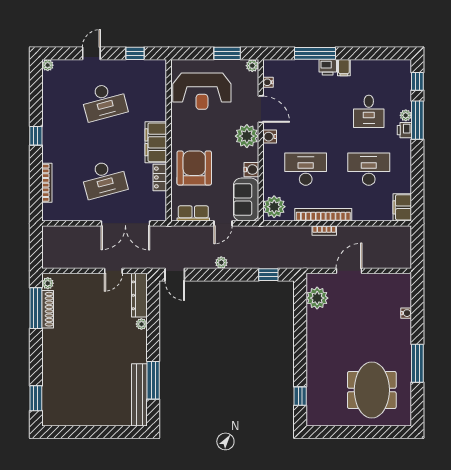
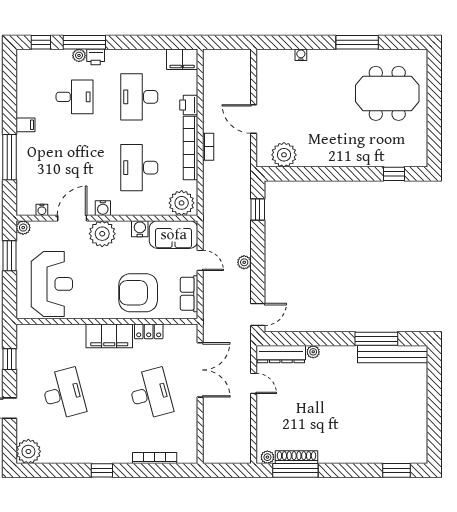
plant: (48, 65) -> (28, 451), width x1.88, depth x1.88
printer: (328, 67) -> (189, 105), moved, turned 180

